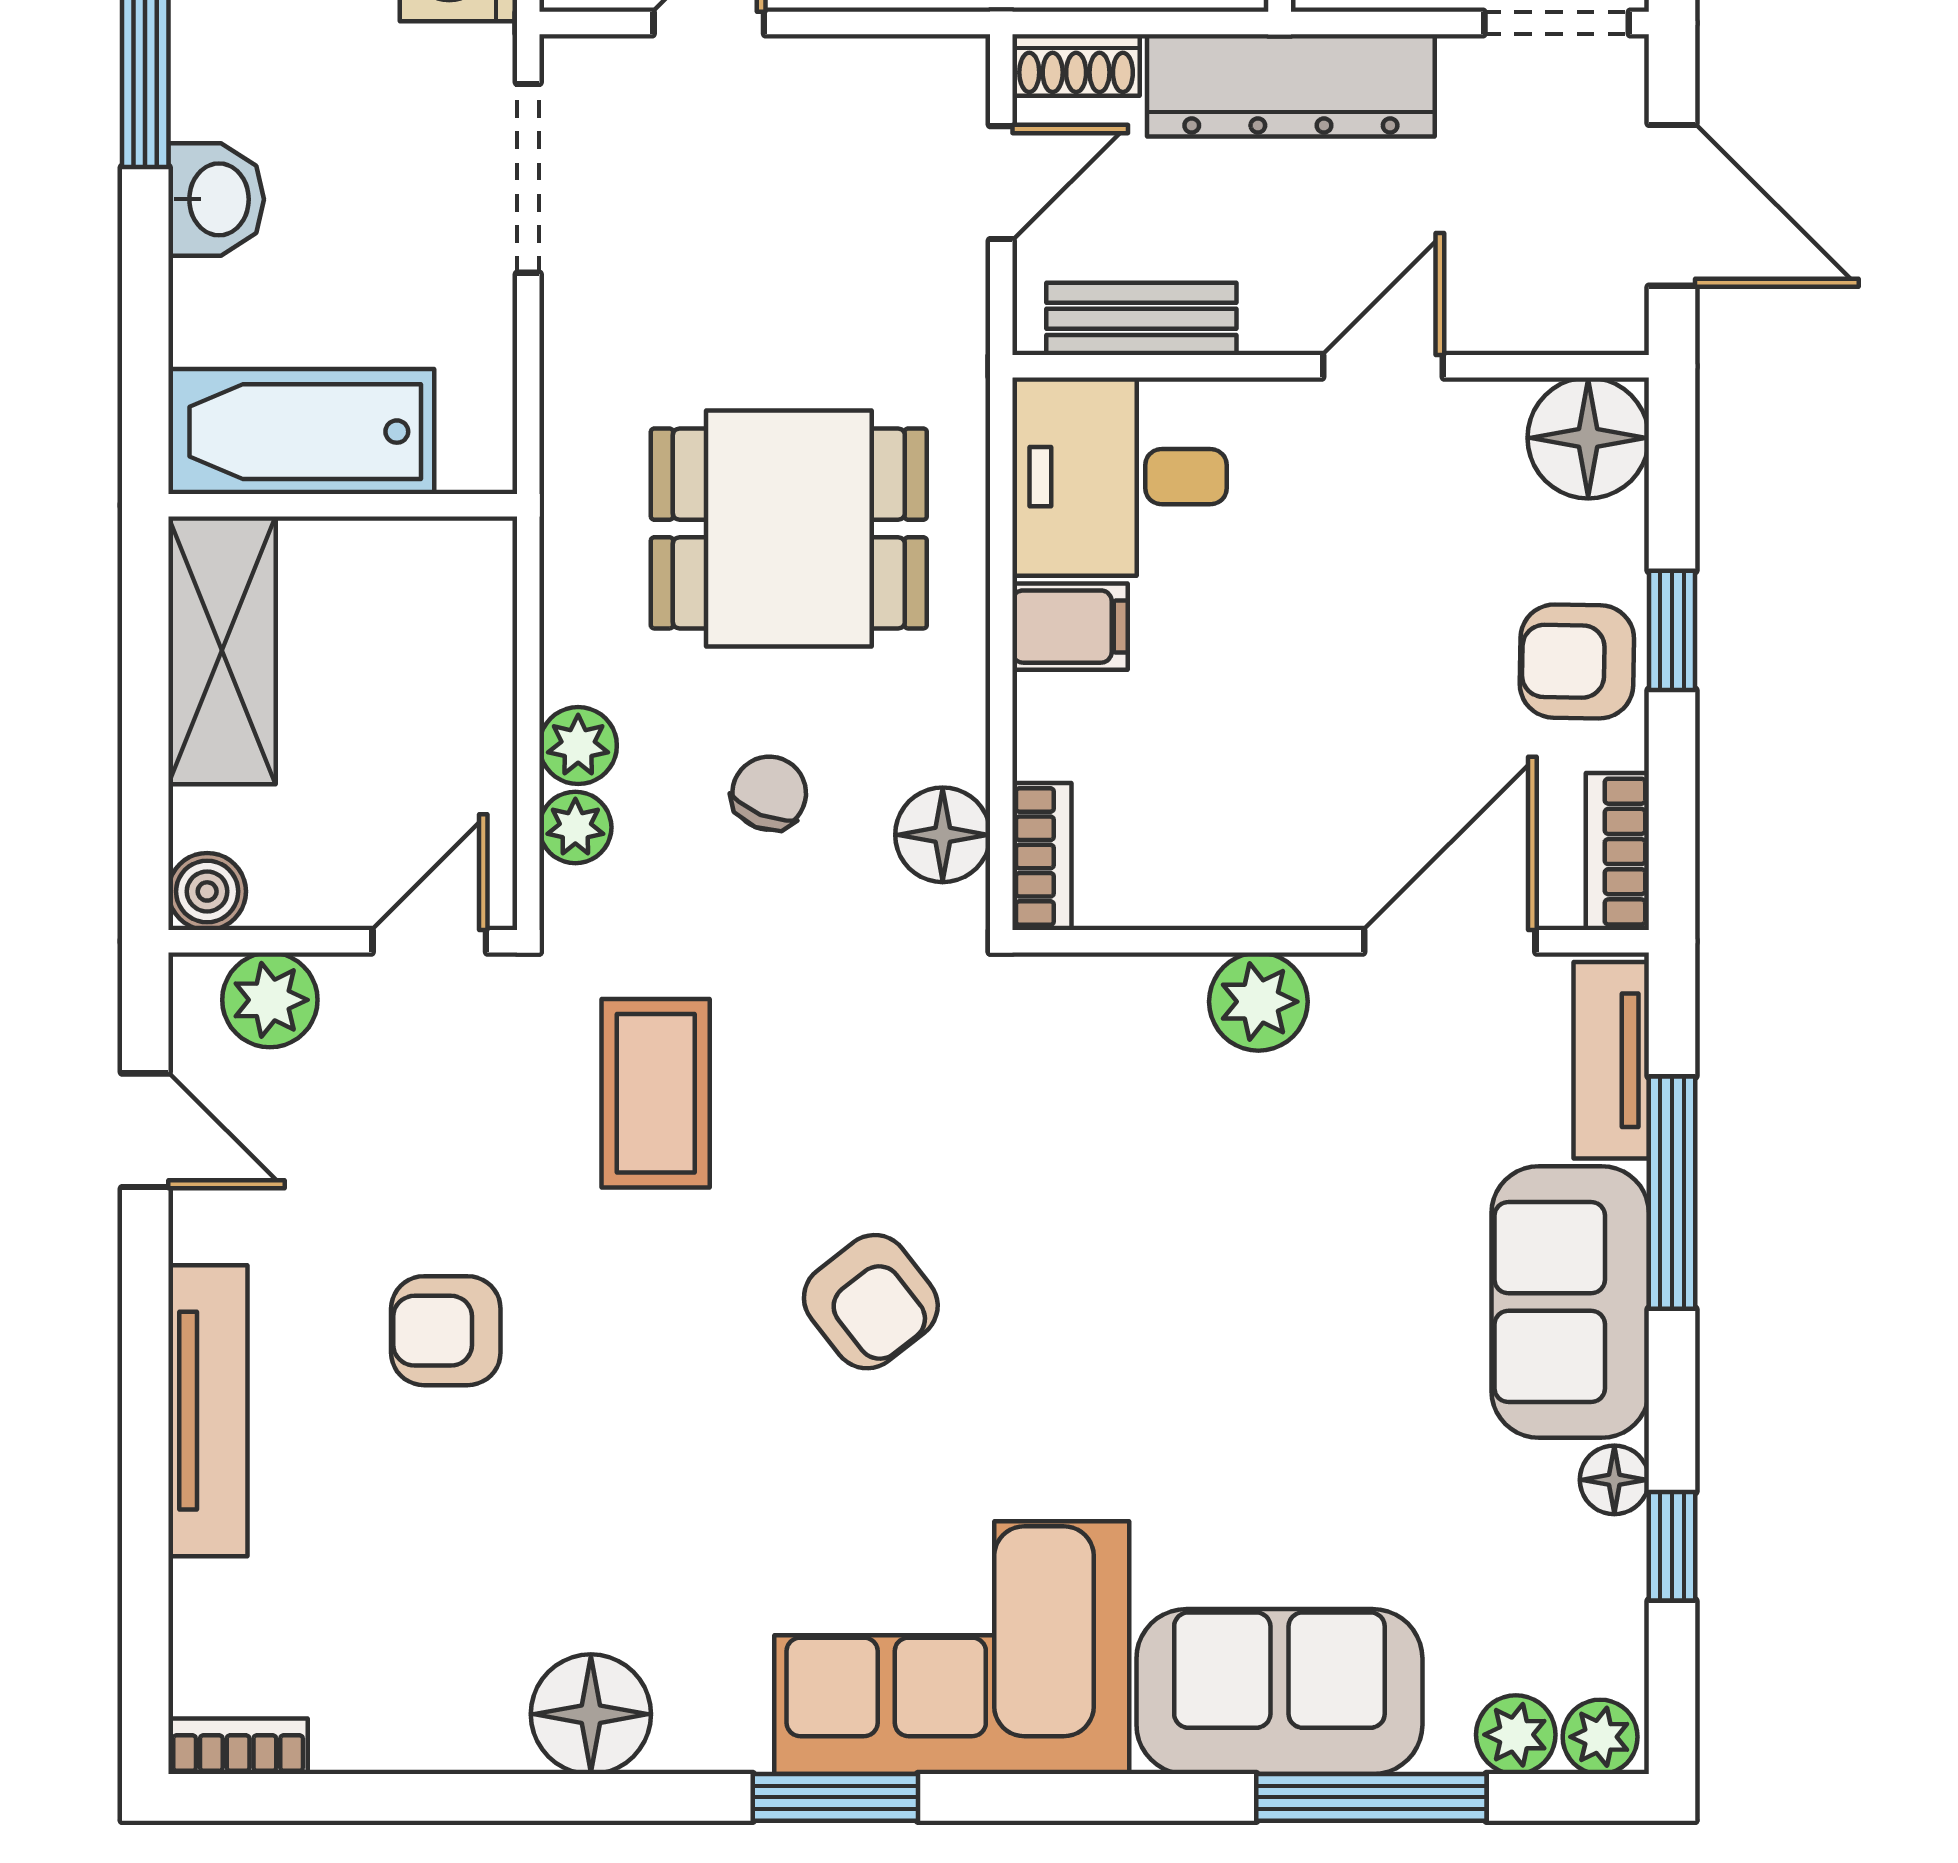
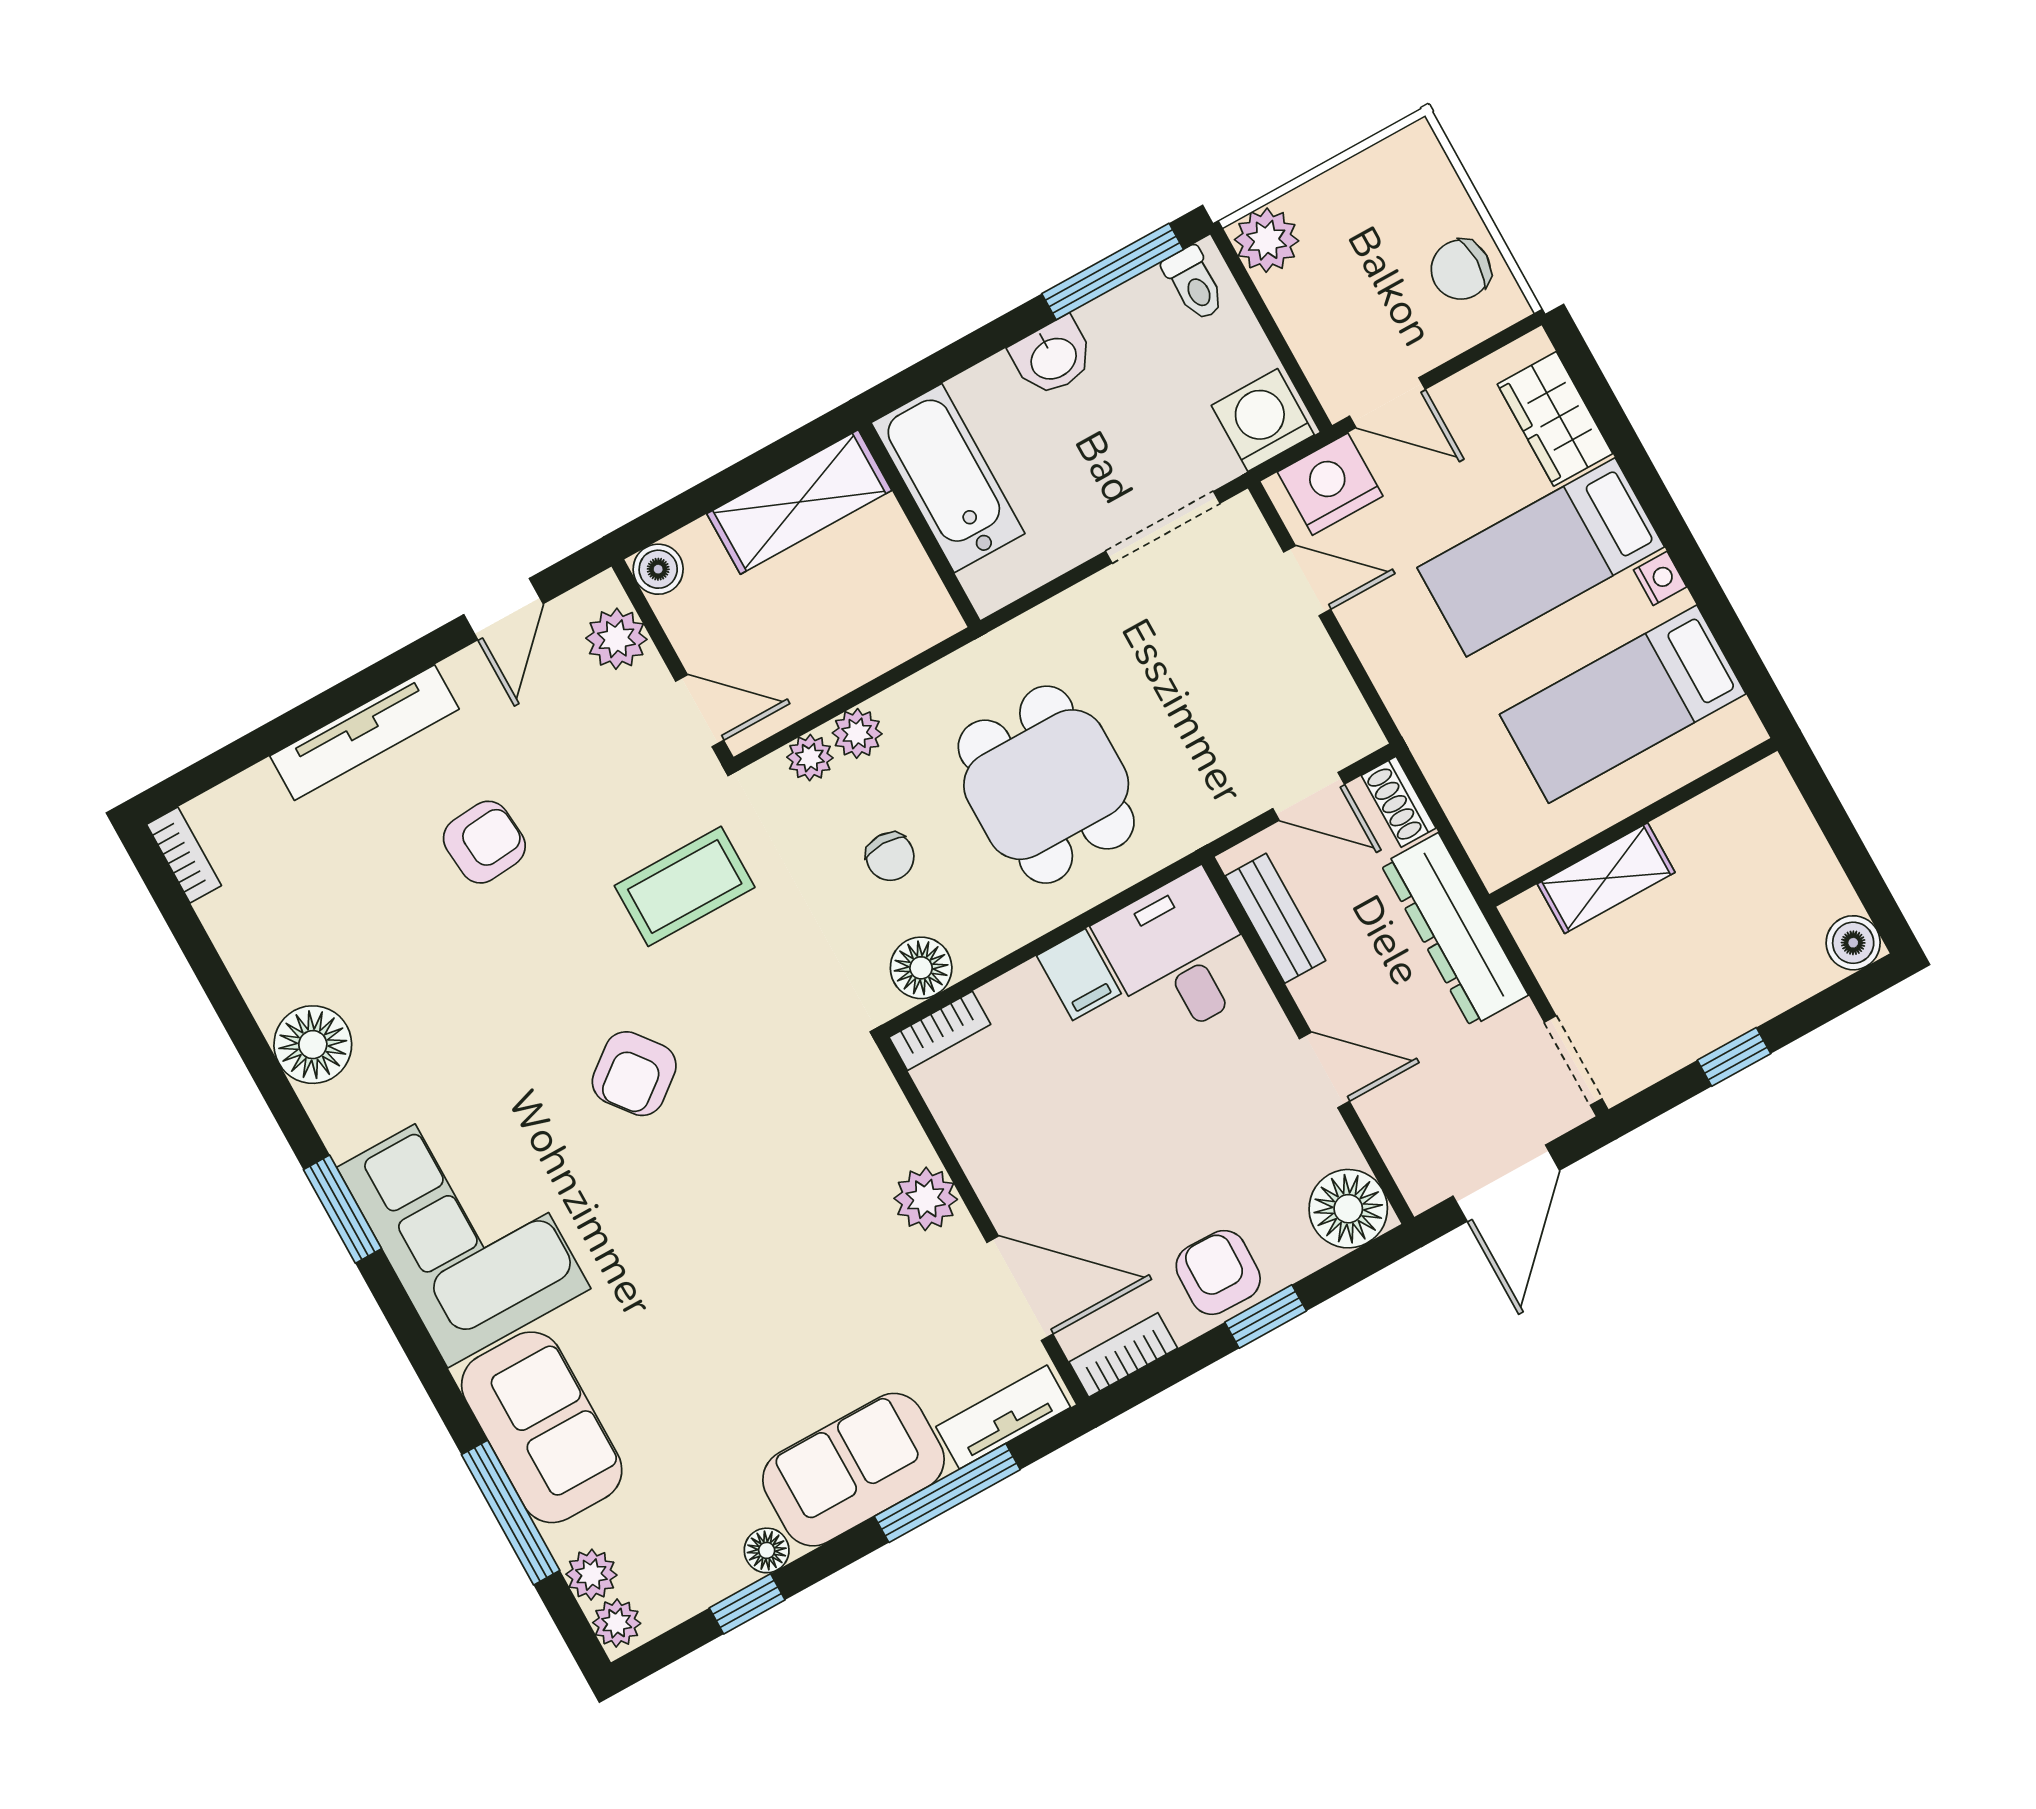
chair: (769, 793) -> (890, 857), turned 68
armchair: (446, 1331) -> (484, 842), turned 85

